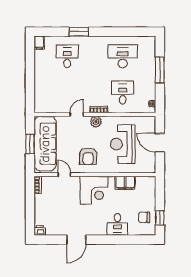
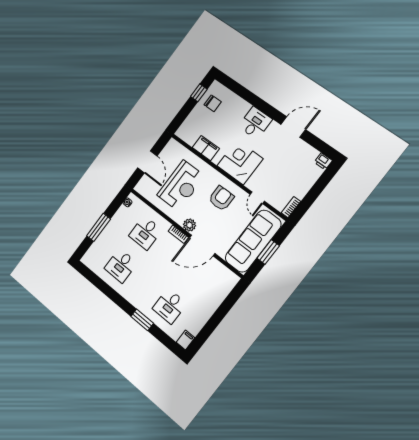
desk: (123, 56) -> (121, 266), width x0.73
door: (77, 115) -> (202, 245), width x1.88
desk: (117, 224) -> (255, 123), moved

